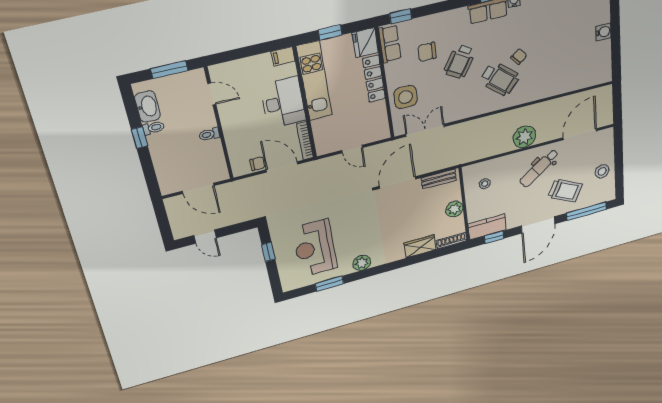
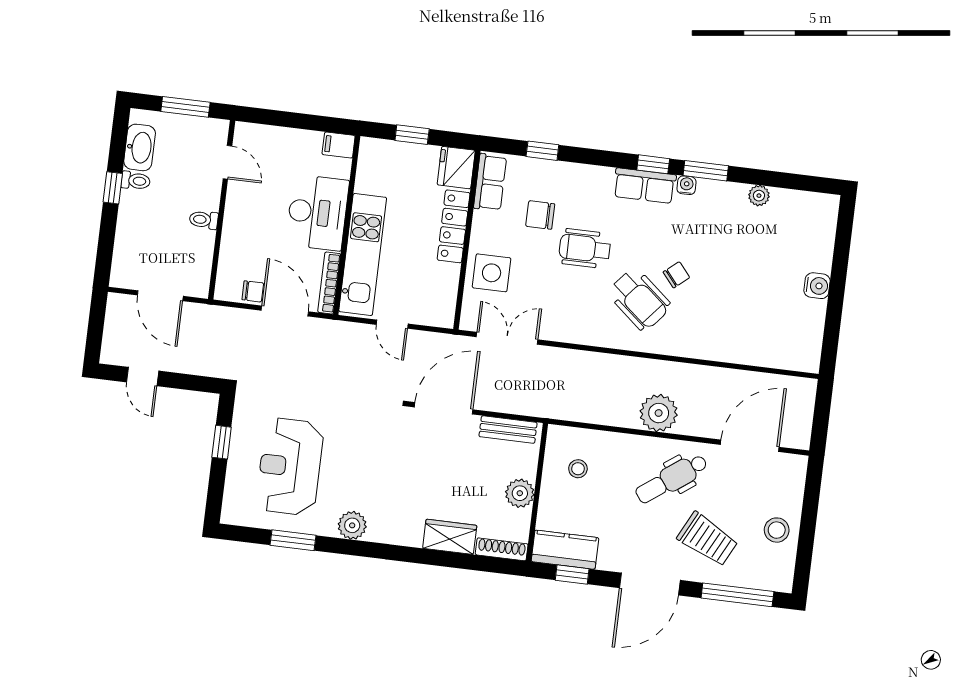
window: (401, 16) -> (542, 151), moved
wheelchair: (460, 62) -> (585, 249), turned 58
kitchen unit: (314, 81) -> (363, 255), moved

